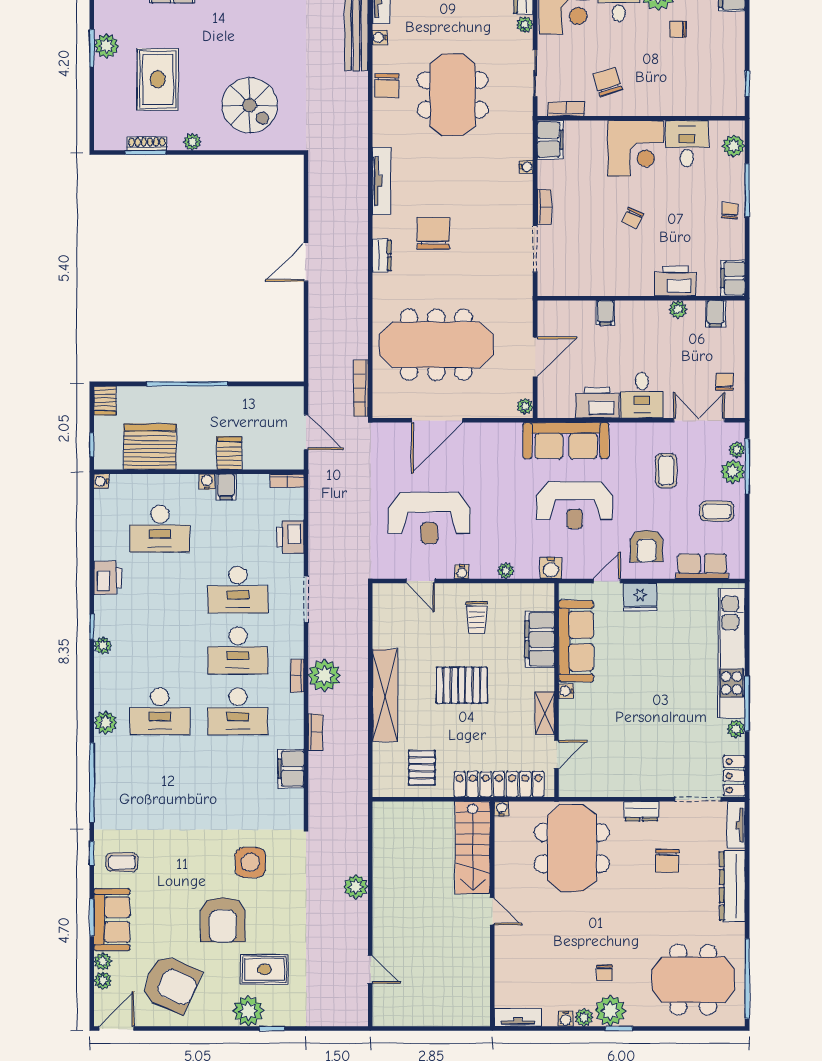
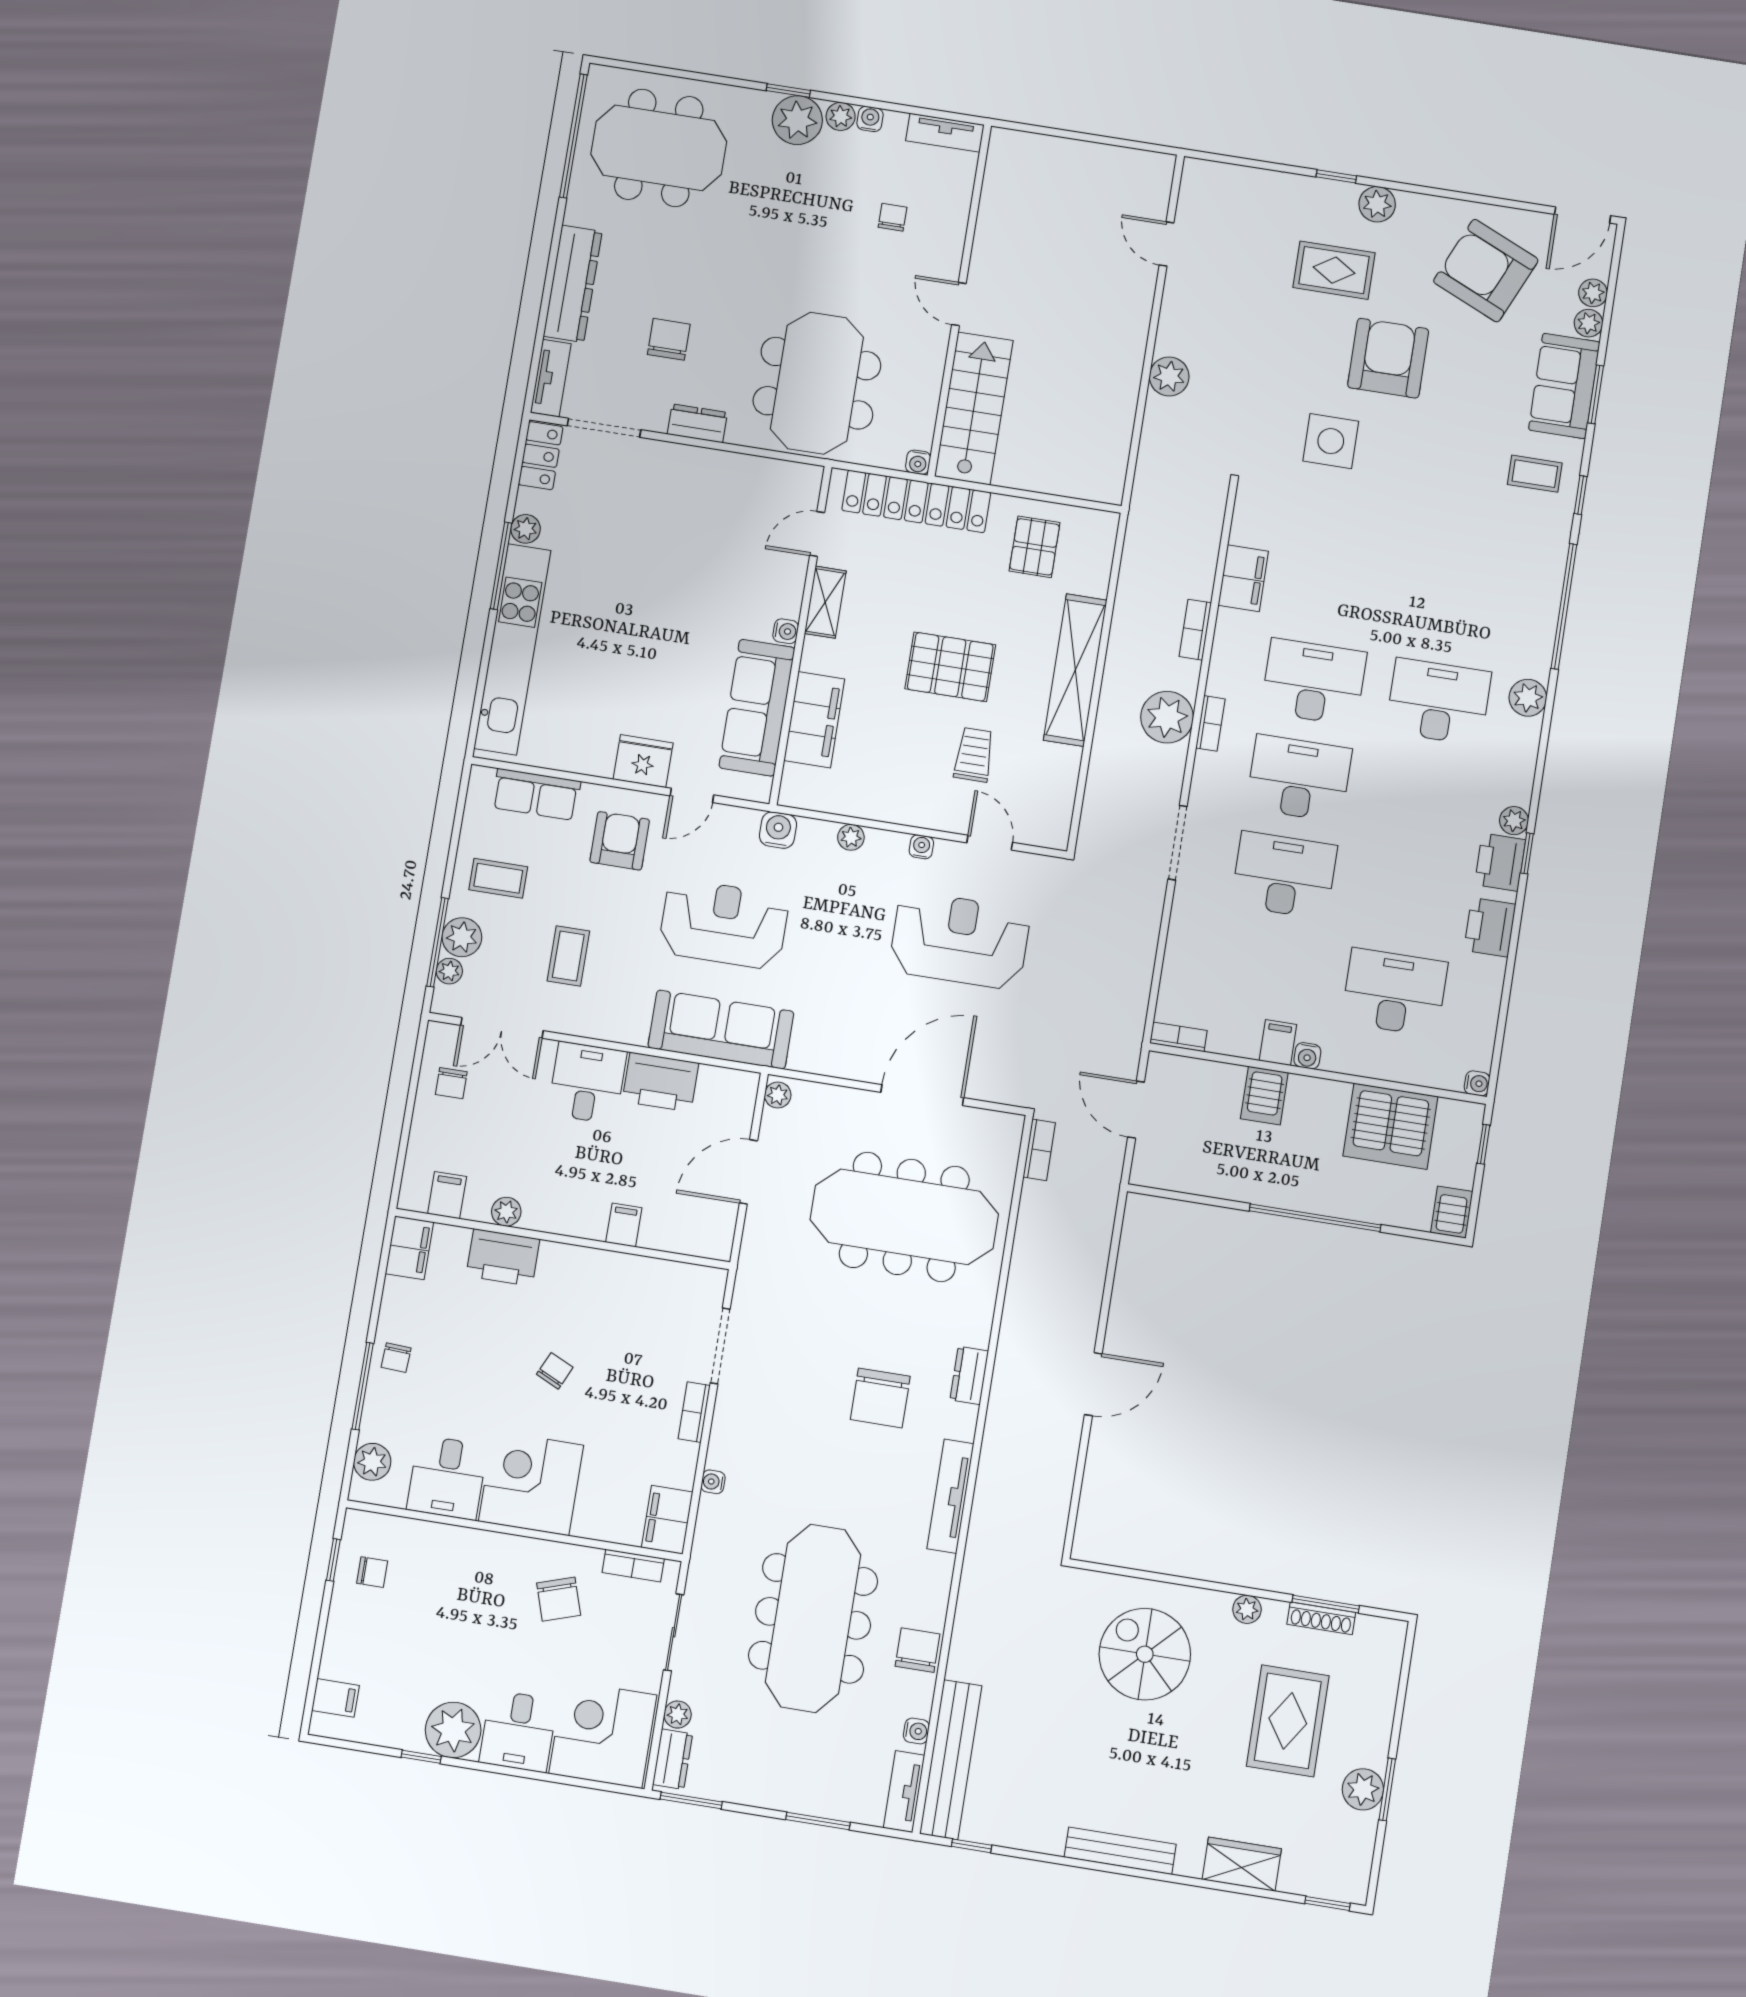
chair: (678, 29) -> (372, 1572), moved
meeting table: (453, 95) -> (813, 1618), width x1.36
bookcase: (361, 388) -> (1039, 1150), width x0.64
printer: (290, 537) -> (1500, 862), moved, turned 180
trolley: (477, 617) -> (974, 755), moved
chair: (604, 973) -> (892, 217), moved
plant: (248, 1011) -> (1377, 204), width x0.73, depth x0.73

